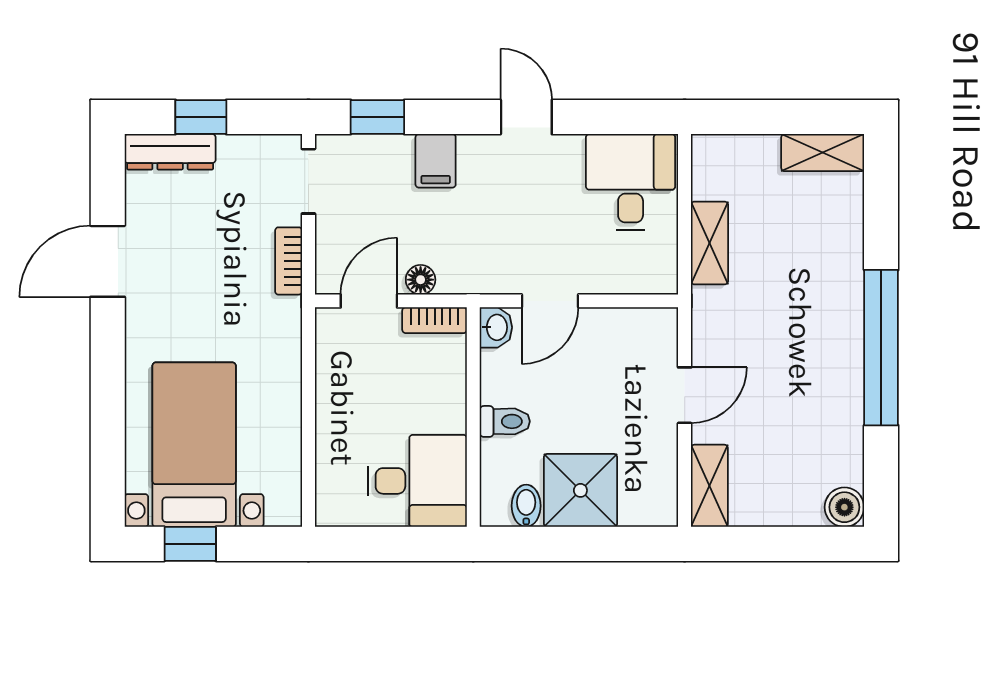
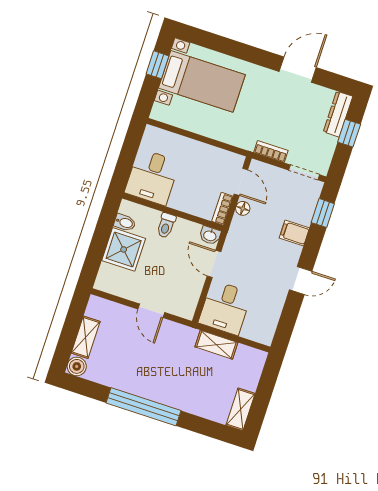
desk: (631, 182) -> (225, 308), moved, turned 90
door: (108, 261) -> (298, 70), hinge flipped
shelving: (709, 486) -> (86, 337), moved, turned 90

